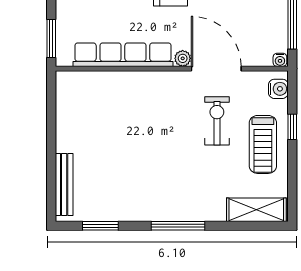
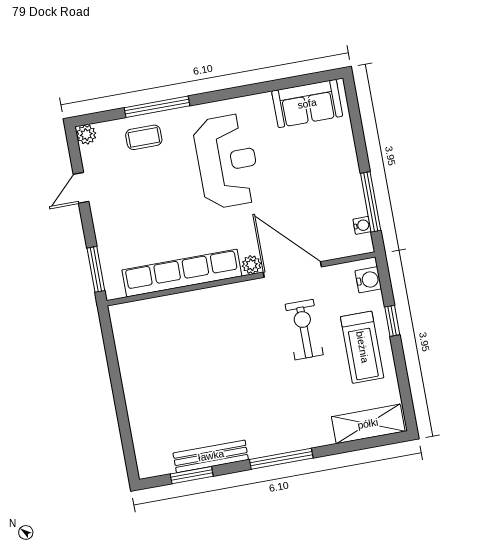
water cooler: (280, 60) -> (362, 225), moved, turned -90
bench: (64, 185) -> (211, 456), moved, turned 90

